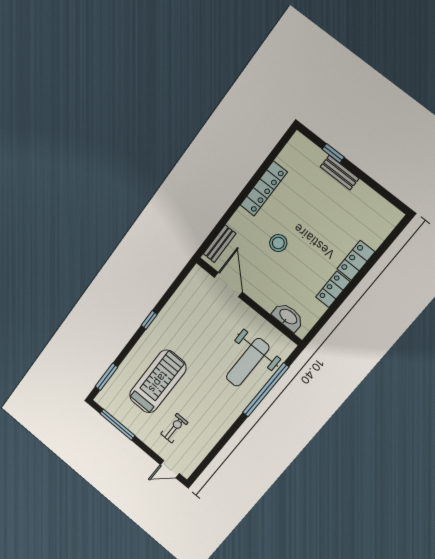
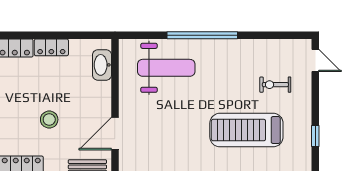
window: (266, 390) -> (202, 35), moved
window: (117, 425) -> (315, 136), width x0.46

